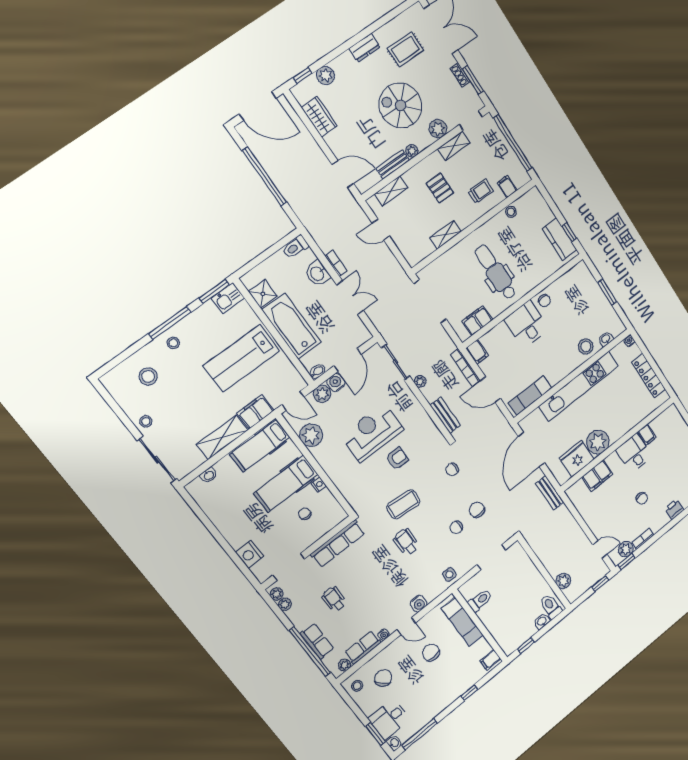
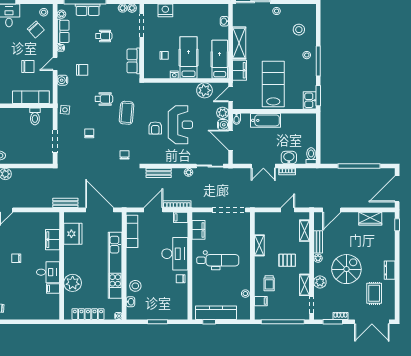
plant: (325, 75) -> (389, 238), removed
kitchen counter: (559, 239) -> (216, 313), width x1.50
shower: (263, 294) -> (299, 120), removed
desk: (527, 324) -> (175, 254), width x1.37
bathtub: (291, 326) -> (266, 120), width x0.73, depth x0.73
plant: (598, 442) -> (73, 283), moved
chair: (477, 510) -> (82, 70), moved
row of seats: (338, 544) -> (133, 61), width x0.68

